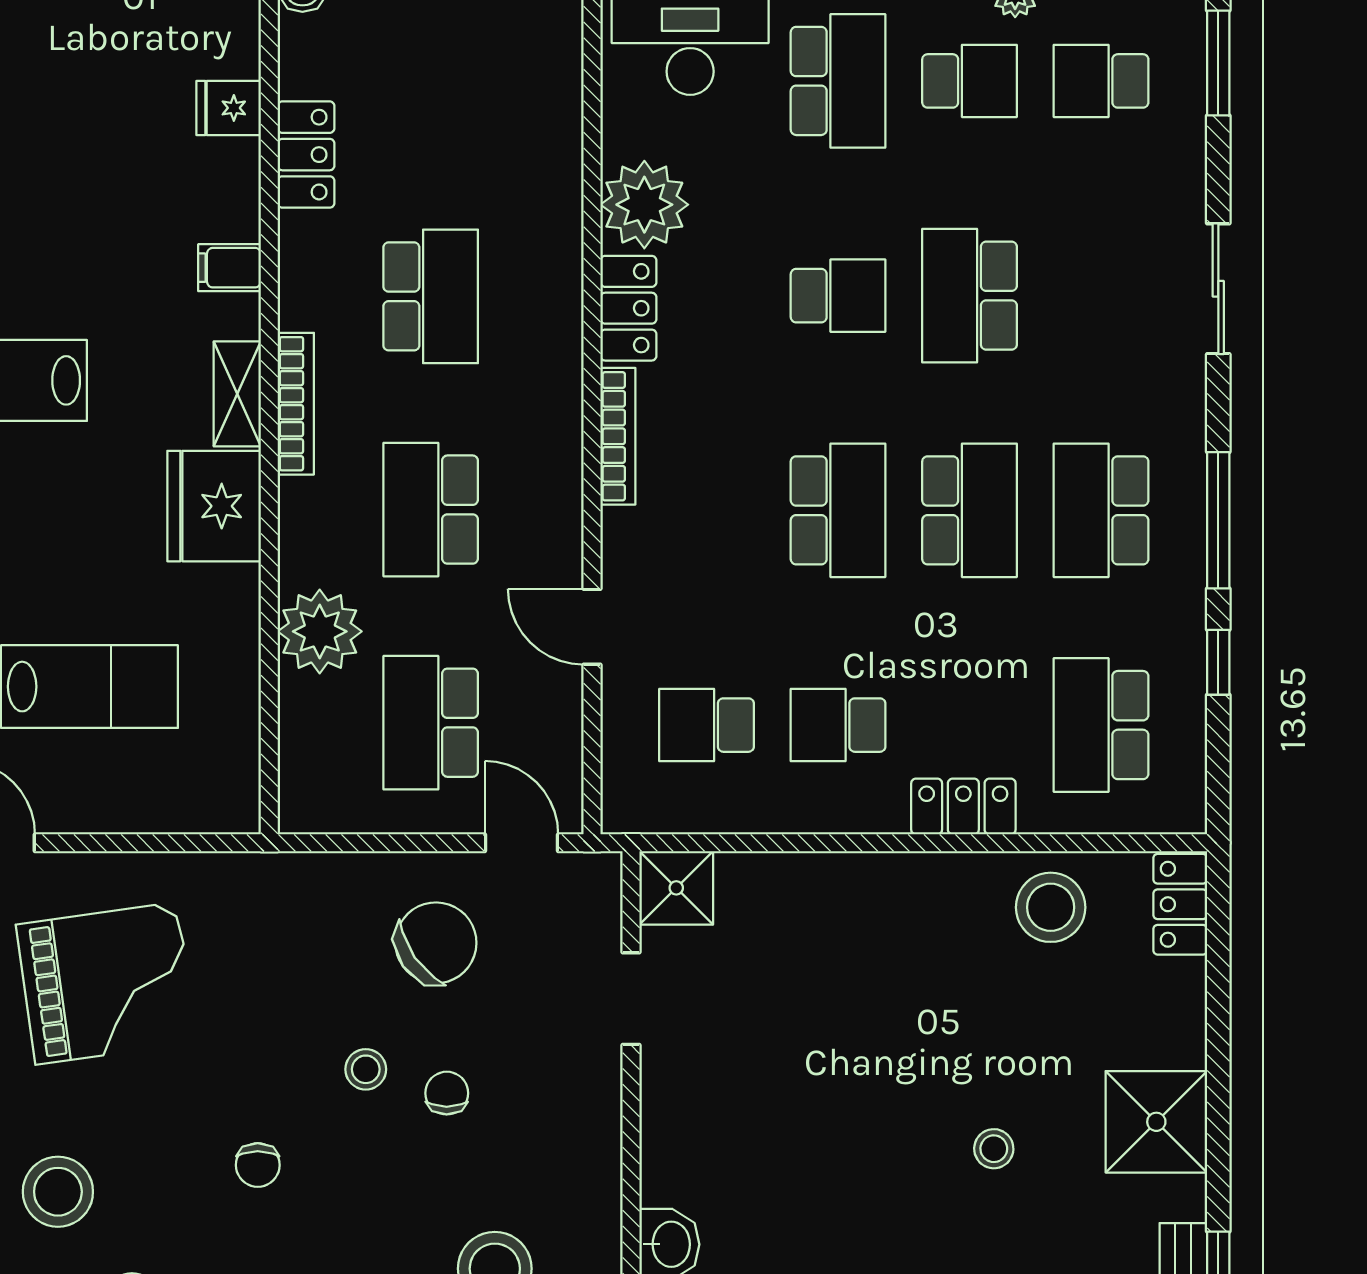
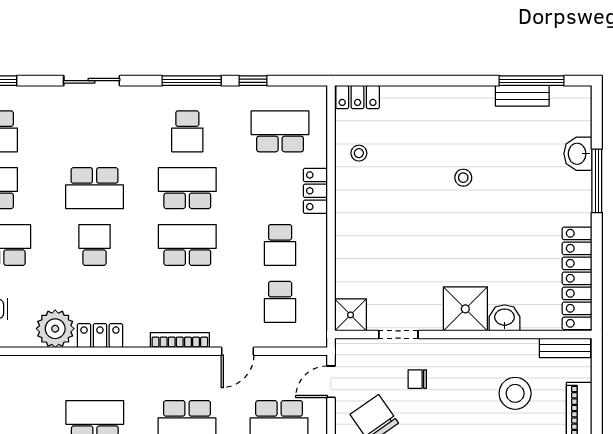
bookcase: (618, 436) -> (180, 340), moved
school desk: (1101, 510) -> (187, 131), width x0.54
school desk: (1101, 725) -> (280, 131), turned 180
stool: (1051, 907) -> (359, 153), width x0.53, depth x0.53
chair: (447, 1093) -> (417, 379), moved
shower: (1156, 1122) -> (465, 309), moved

